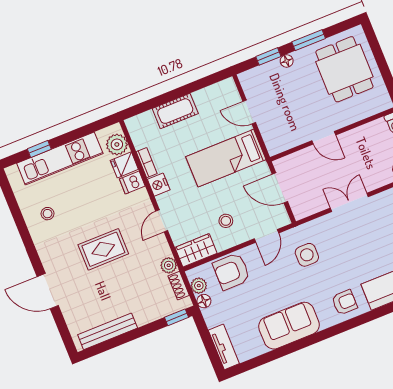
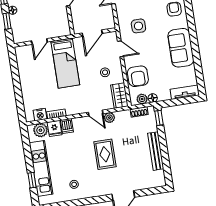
cot: (175, 111) -> (28, 88), removed
nightstand: (159, 185) -> (40, 115), moved
plant: (169, 265) -> (109, 118), moved
bench: (108, 331) -> (156, 151), moved

